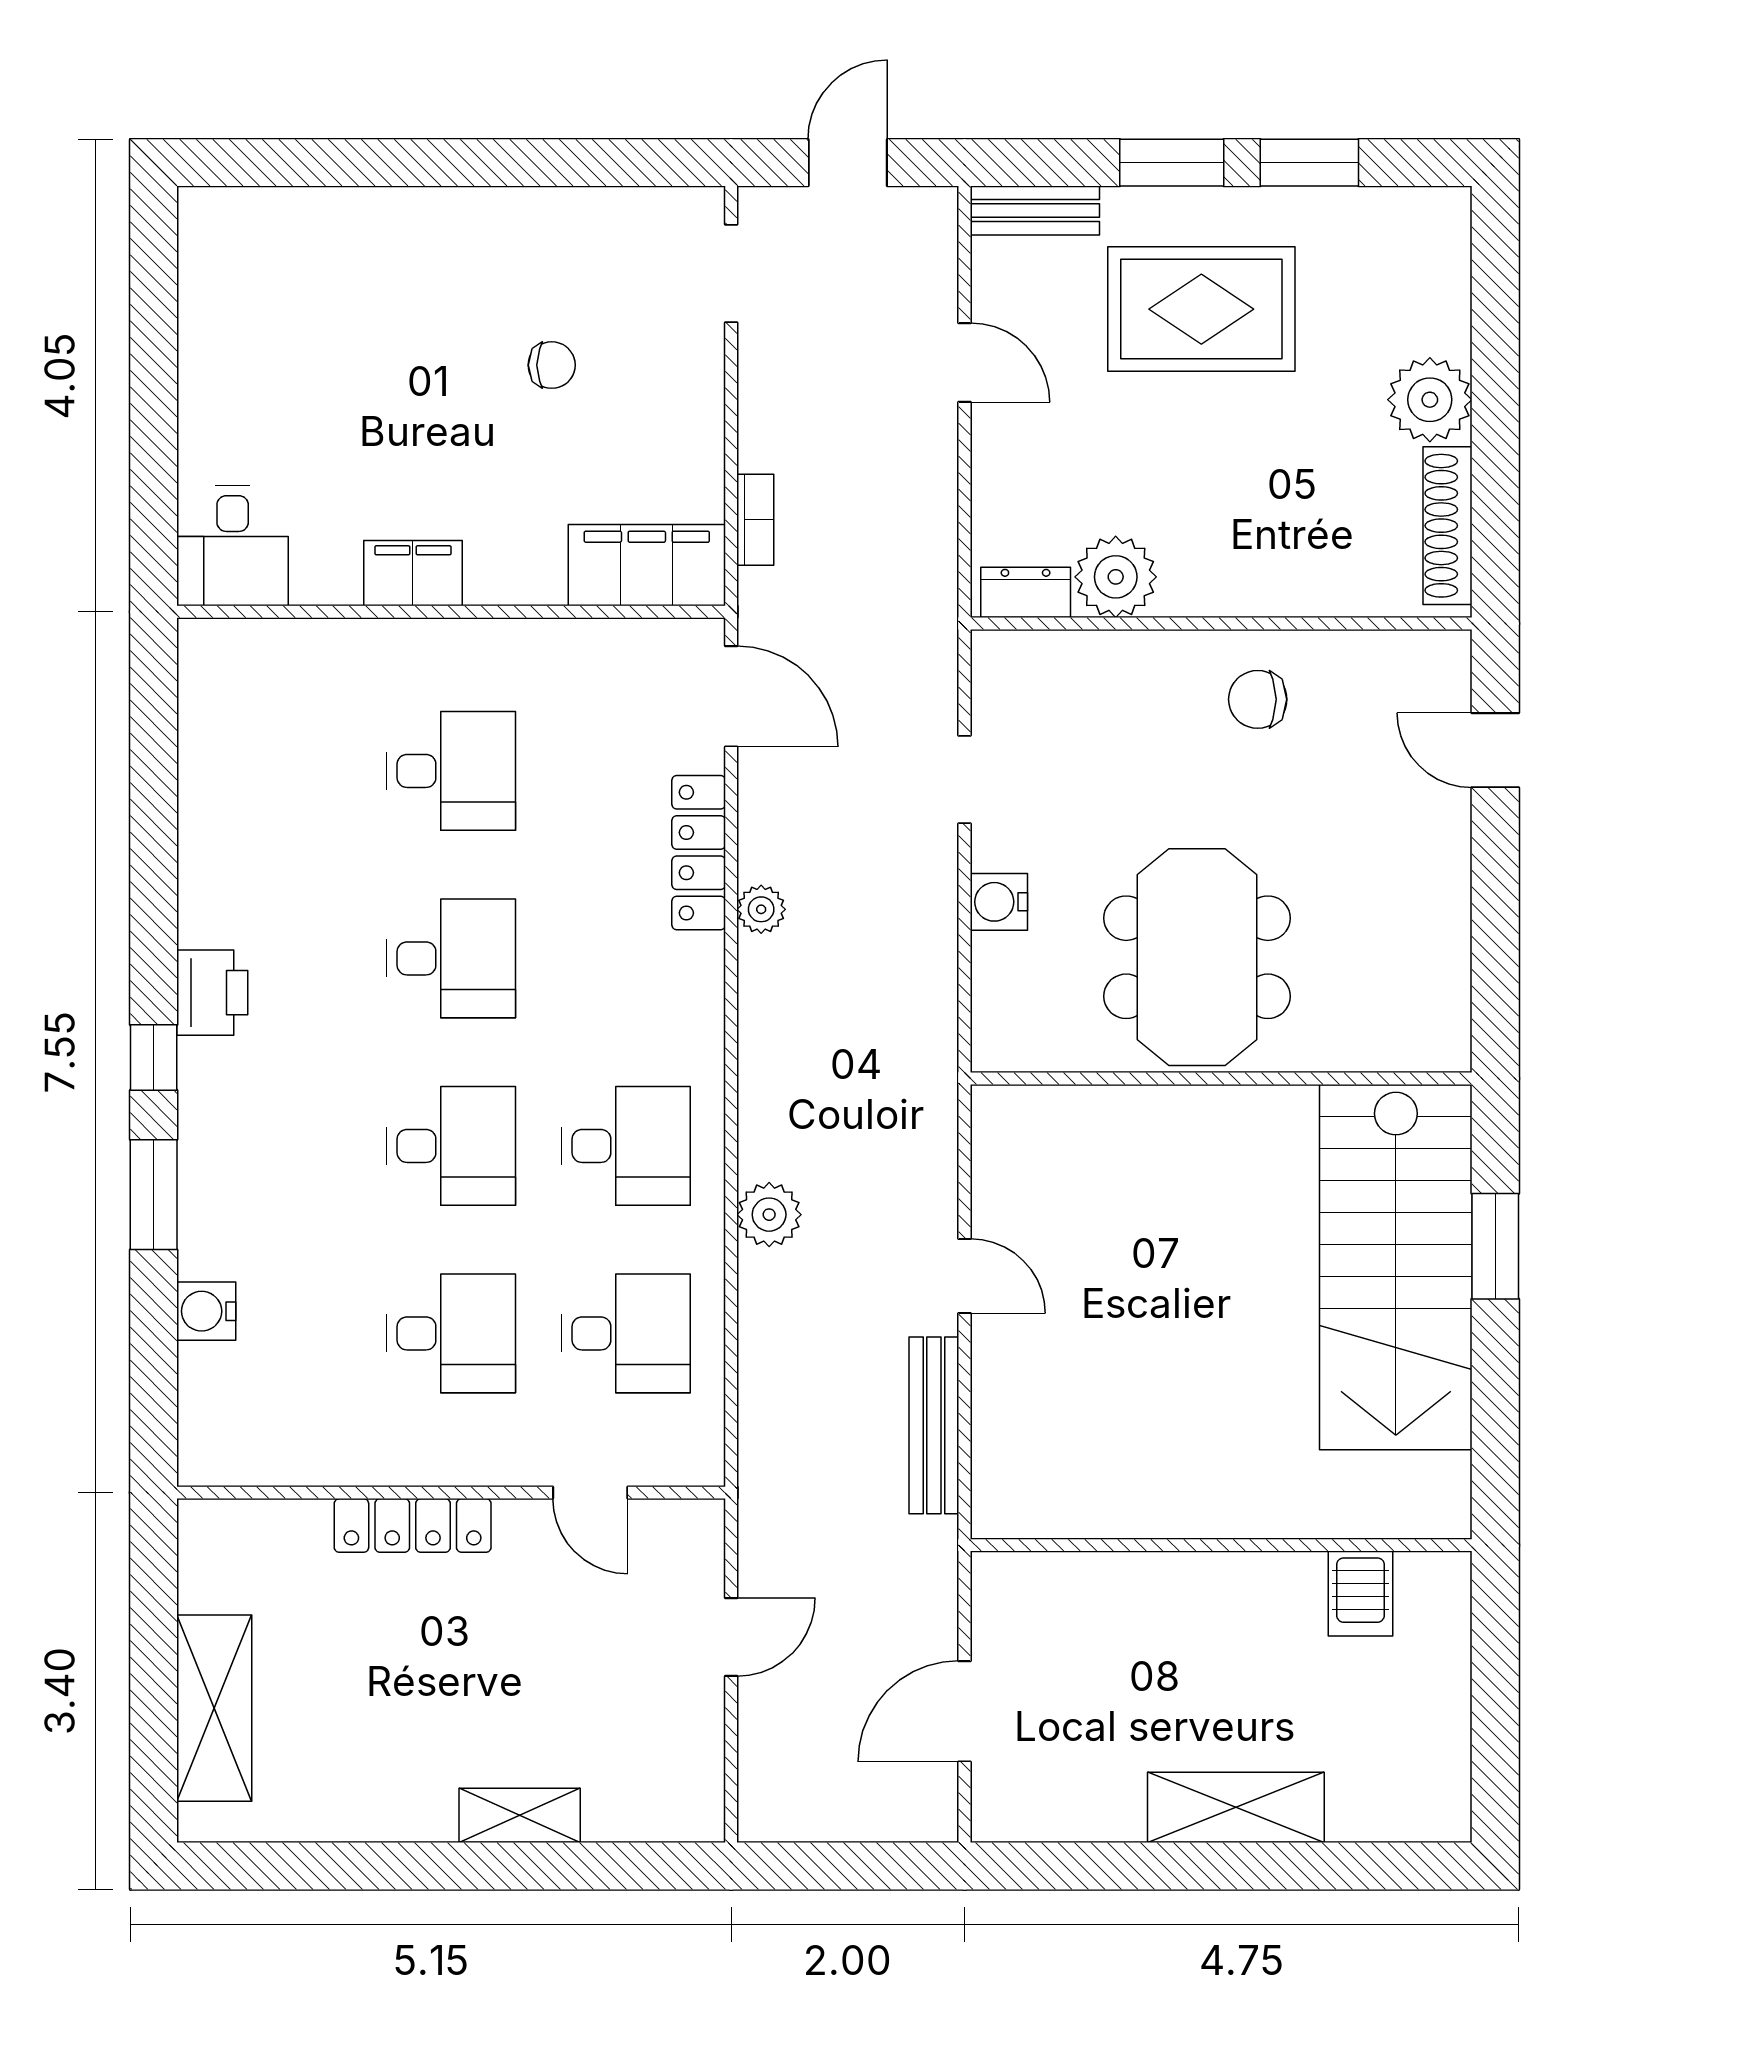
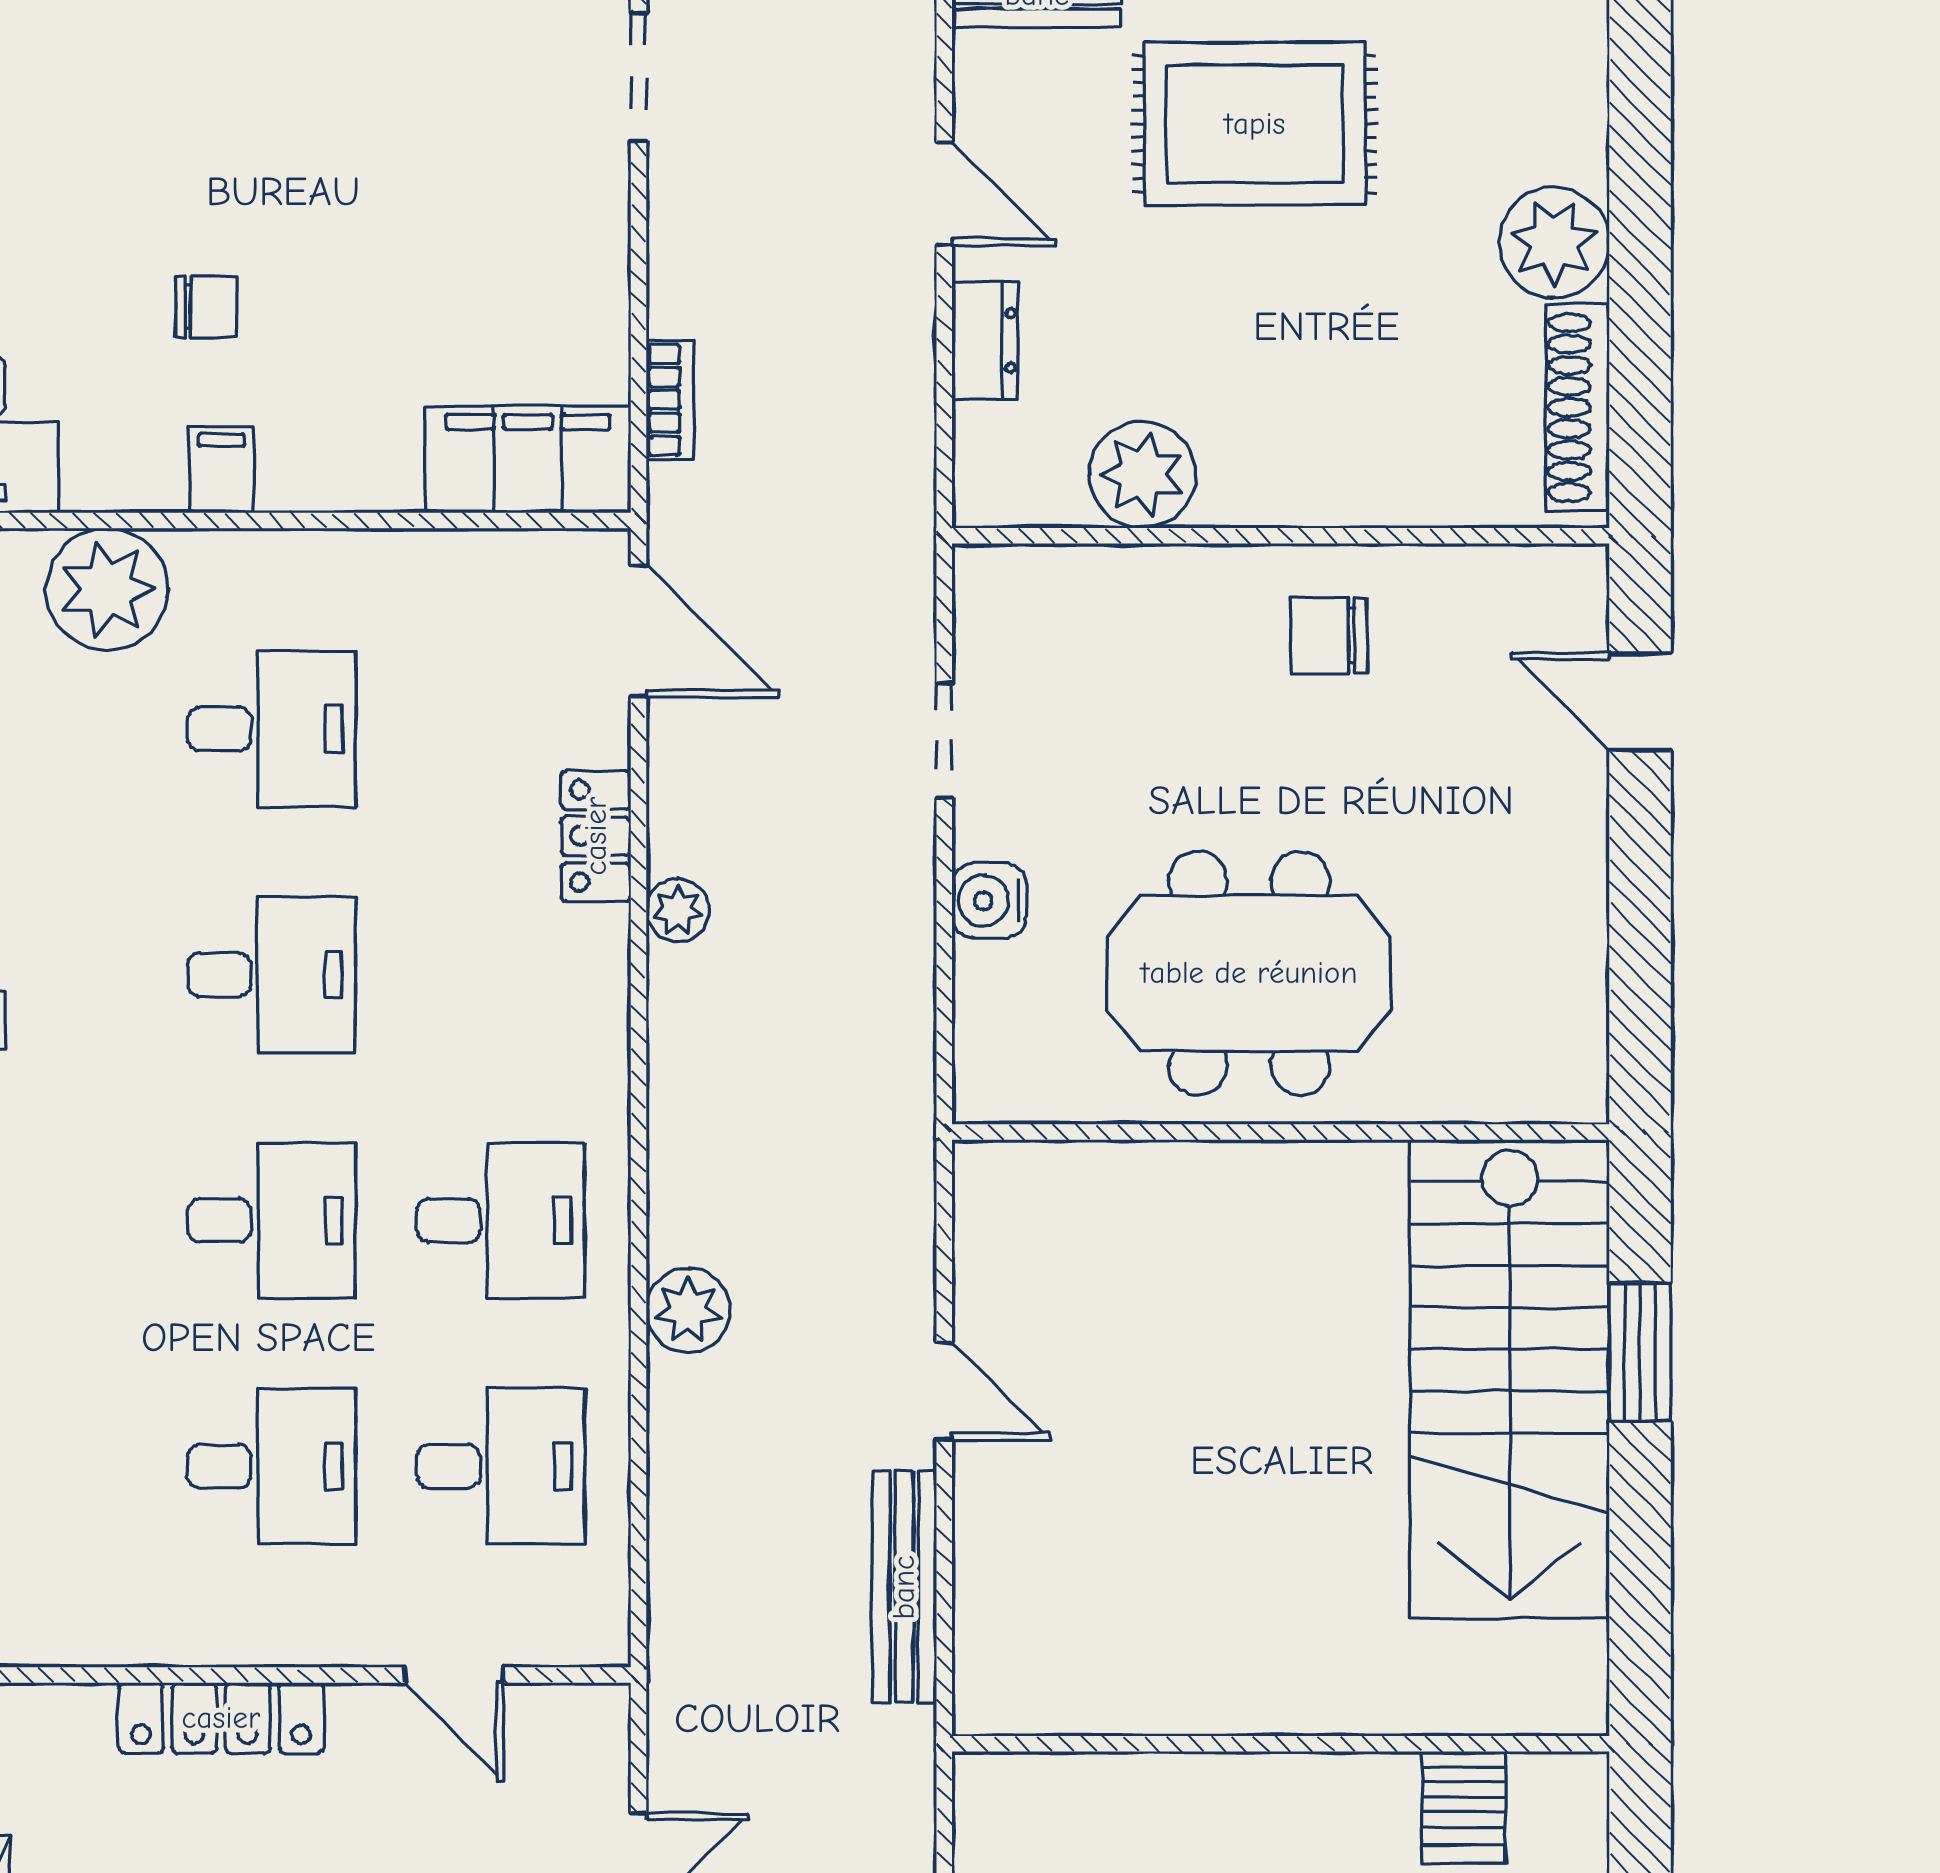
chair: (552, 365) -> (206, 307), moved
filing cabinet: (413, 573) -> (221, 470), width x0.50
dresser: (1026, 592) -> (985, 340), moved, turned 90
plant: (326, 664) -> (107, 589), added
locker: (699, 853) -> (596, 836), width x0.66
meeting table: (1197, 957) -> (1249, 973), turned 90

